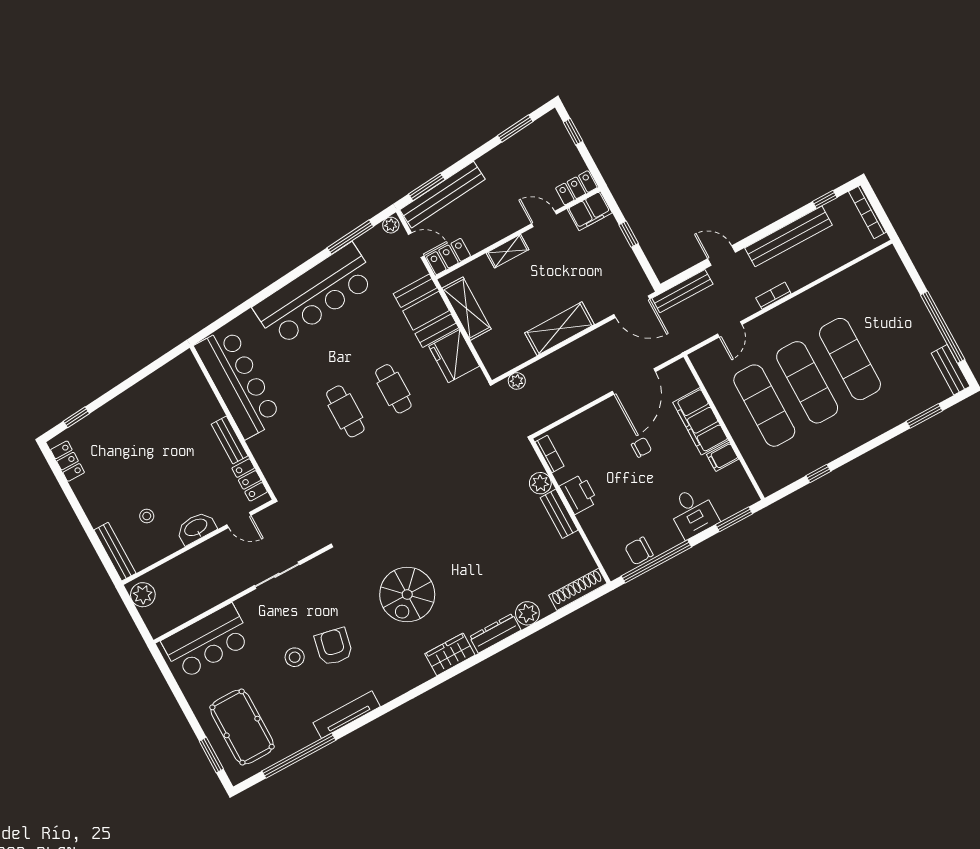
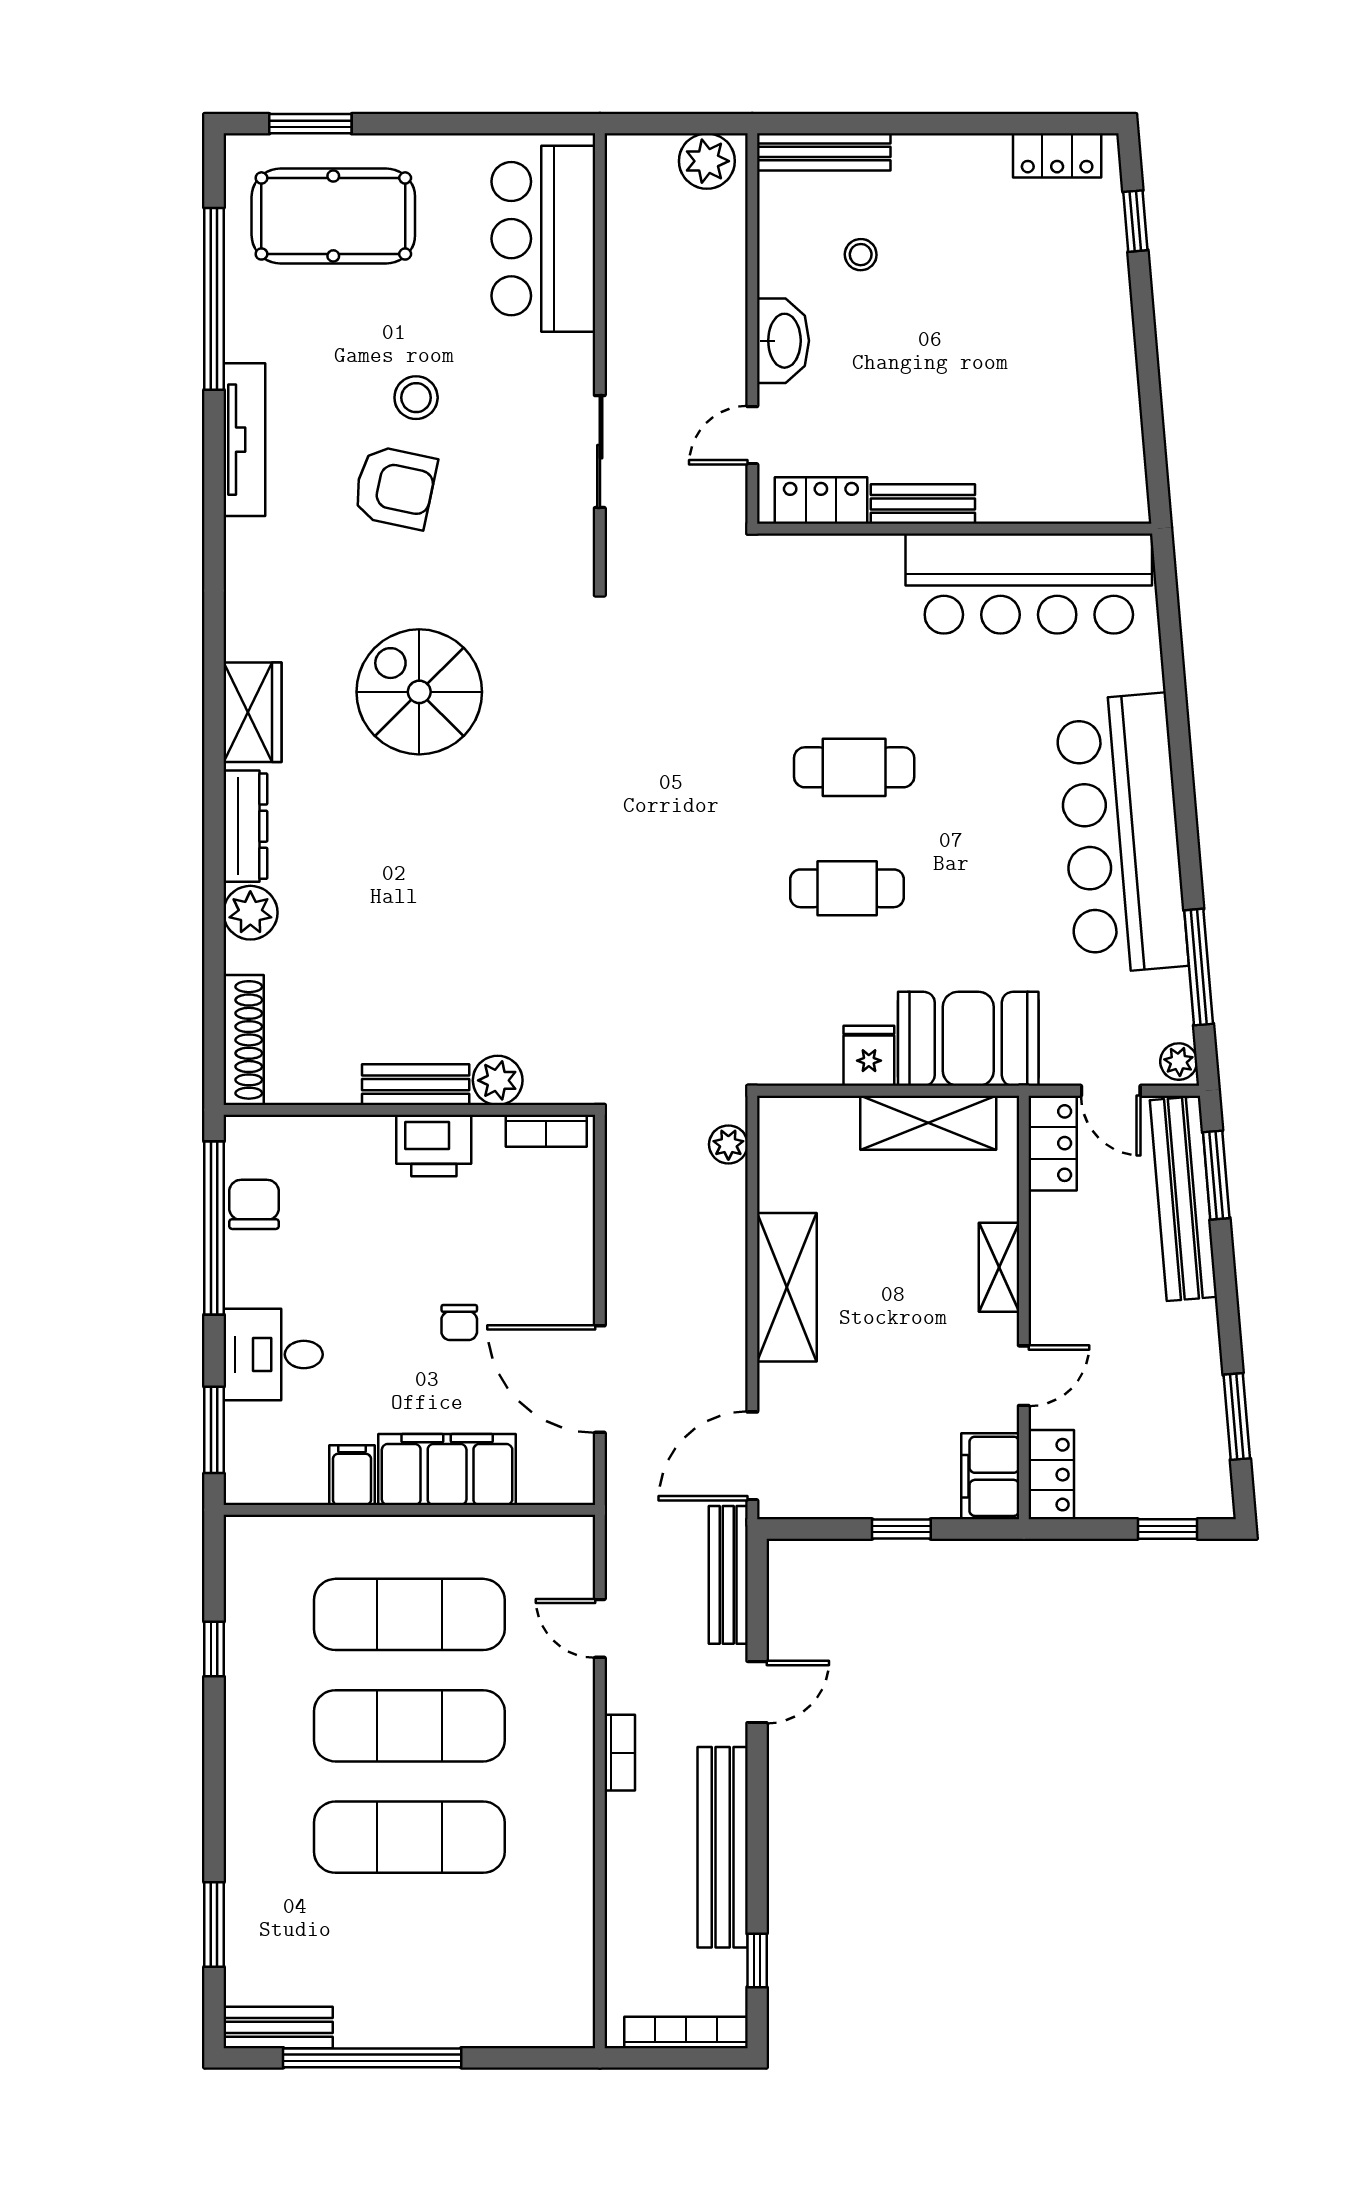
door: (416, 245) -> (1111, 1091), hinge flipped
fridge: (454, 356) -> (869, 1056), width x0.53, depth x0.75

